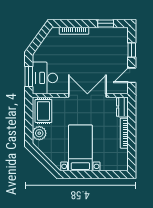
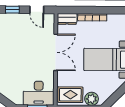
double door: (87, 95) -> (56, 52), swing flipped

